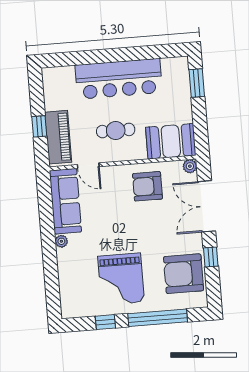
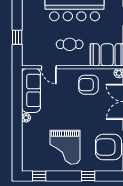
piano: (58, 137) -> (30, 46), removed
window: (158, 318) -> (88, 176), width x0.32
window: (105, 322) -> (39, 176), moved

